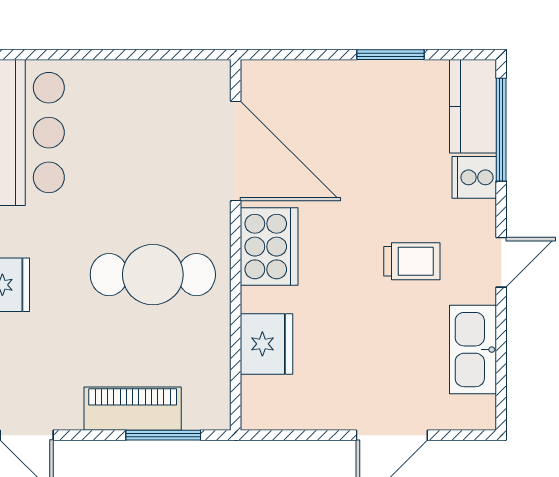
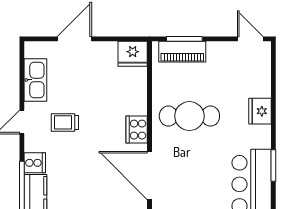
cooker: (269, 247) -> (137, 130), width x0.73, depth x0.76
fridge: (267, 344) -> (133, 54), moved, turned -90
piano: (133, 409) -> (182, 52), moved

